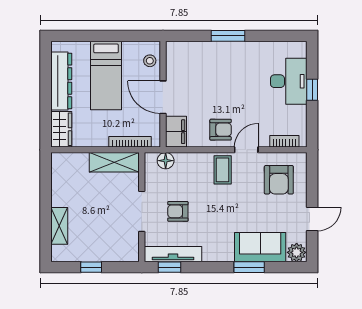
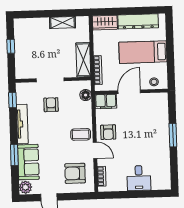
desk: (289, 81) -> (139, 178), width x0.73
window: (312, 90) -> (138, 194), removed
shelving: (59, 226) -> (63, 23), moved
tv unit: (173, 254) -> (22, 124), moved

